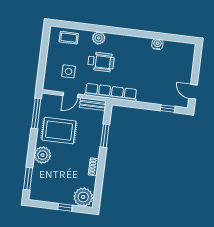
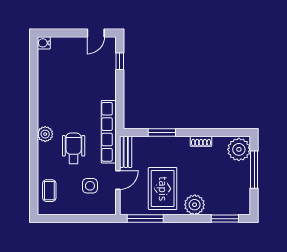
plant: (99, 38) -> (45, 134), moved
water cooler: (157, 44) -> (44, 43), moved
door: (70, 95) -> (118, 180), hinge flipped
window: (65, 207) -> (254, 170), width x2.17

